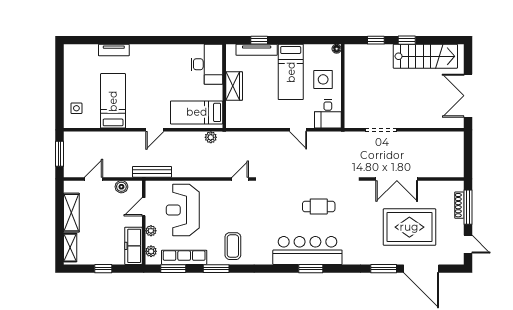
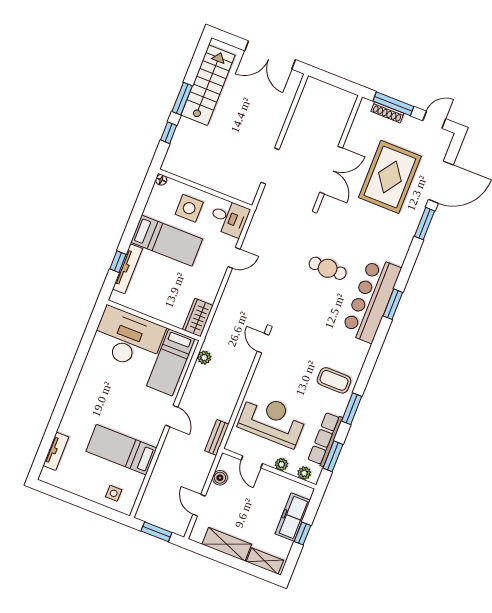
window: (407, 40) -> (182, 99), width x1.50
tv unit: (114, 50) -> (56, 451), moved
desk: (207, 64) -> (128, 338), width x1.36, depth x1.30
wardrobe: (234, 86) -> (198, 318), moved, turned -90
bench: (152, 172) -> (217, 437), width x0.73
cafe table: (319, 206) -> (328, 268), turned 90
reception desk: (183, 210) -> (272, 420), turned 180
freezer: (133, 246) -> (293, 517), moved, turned 90

